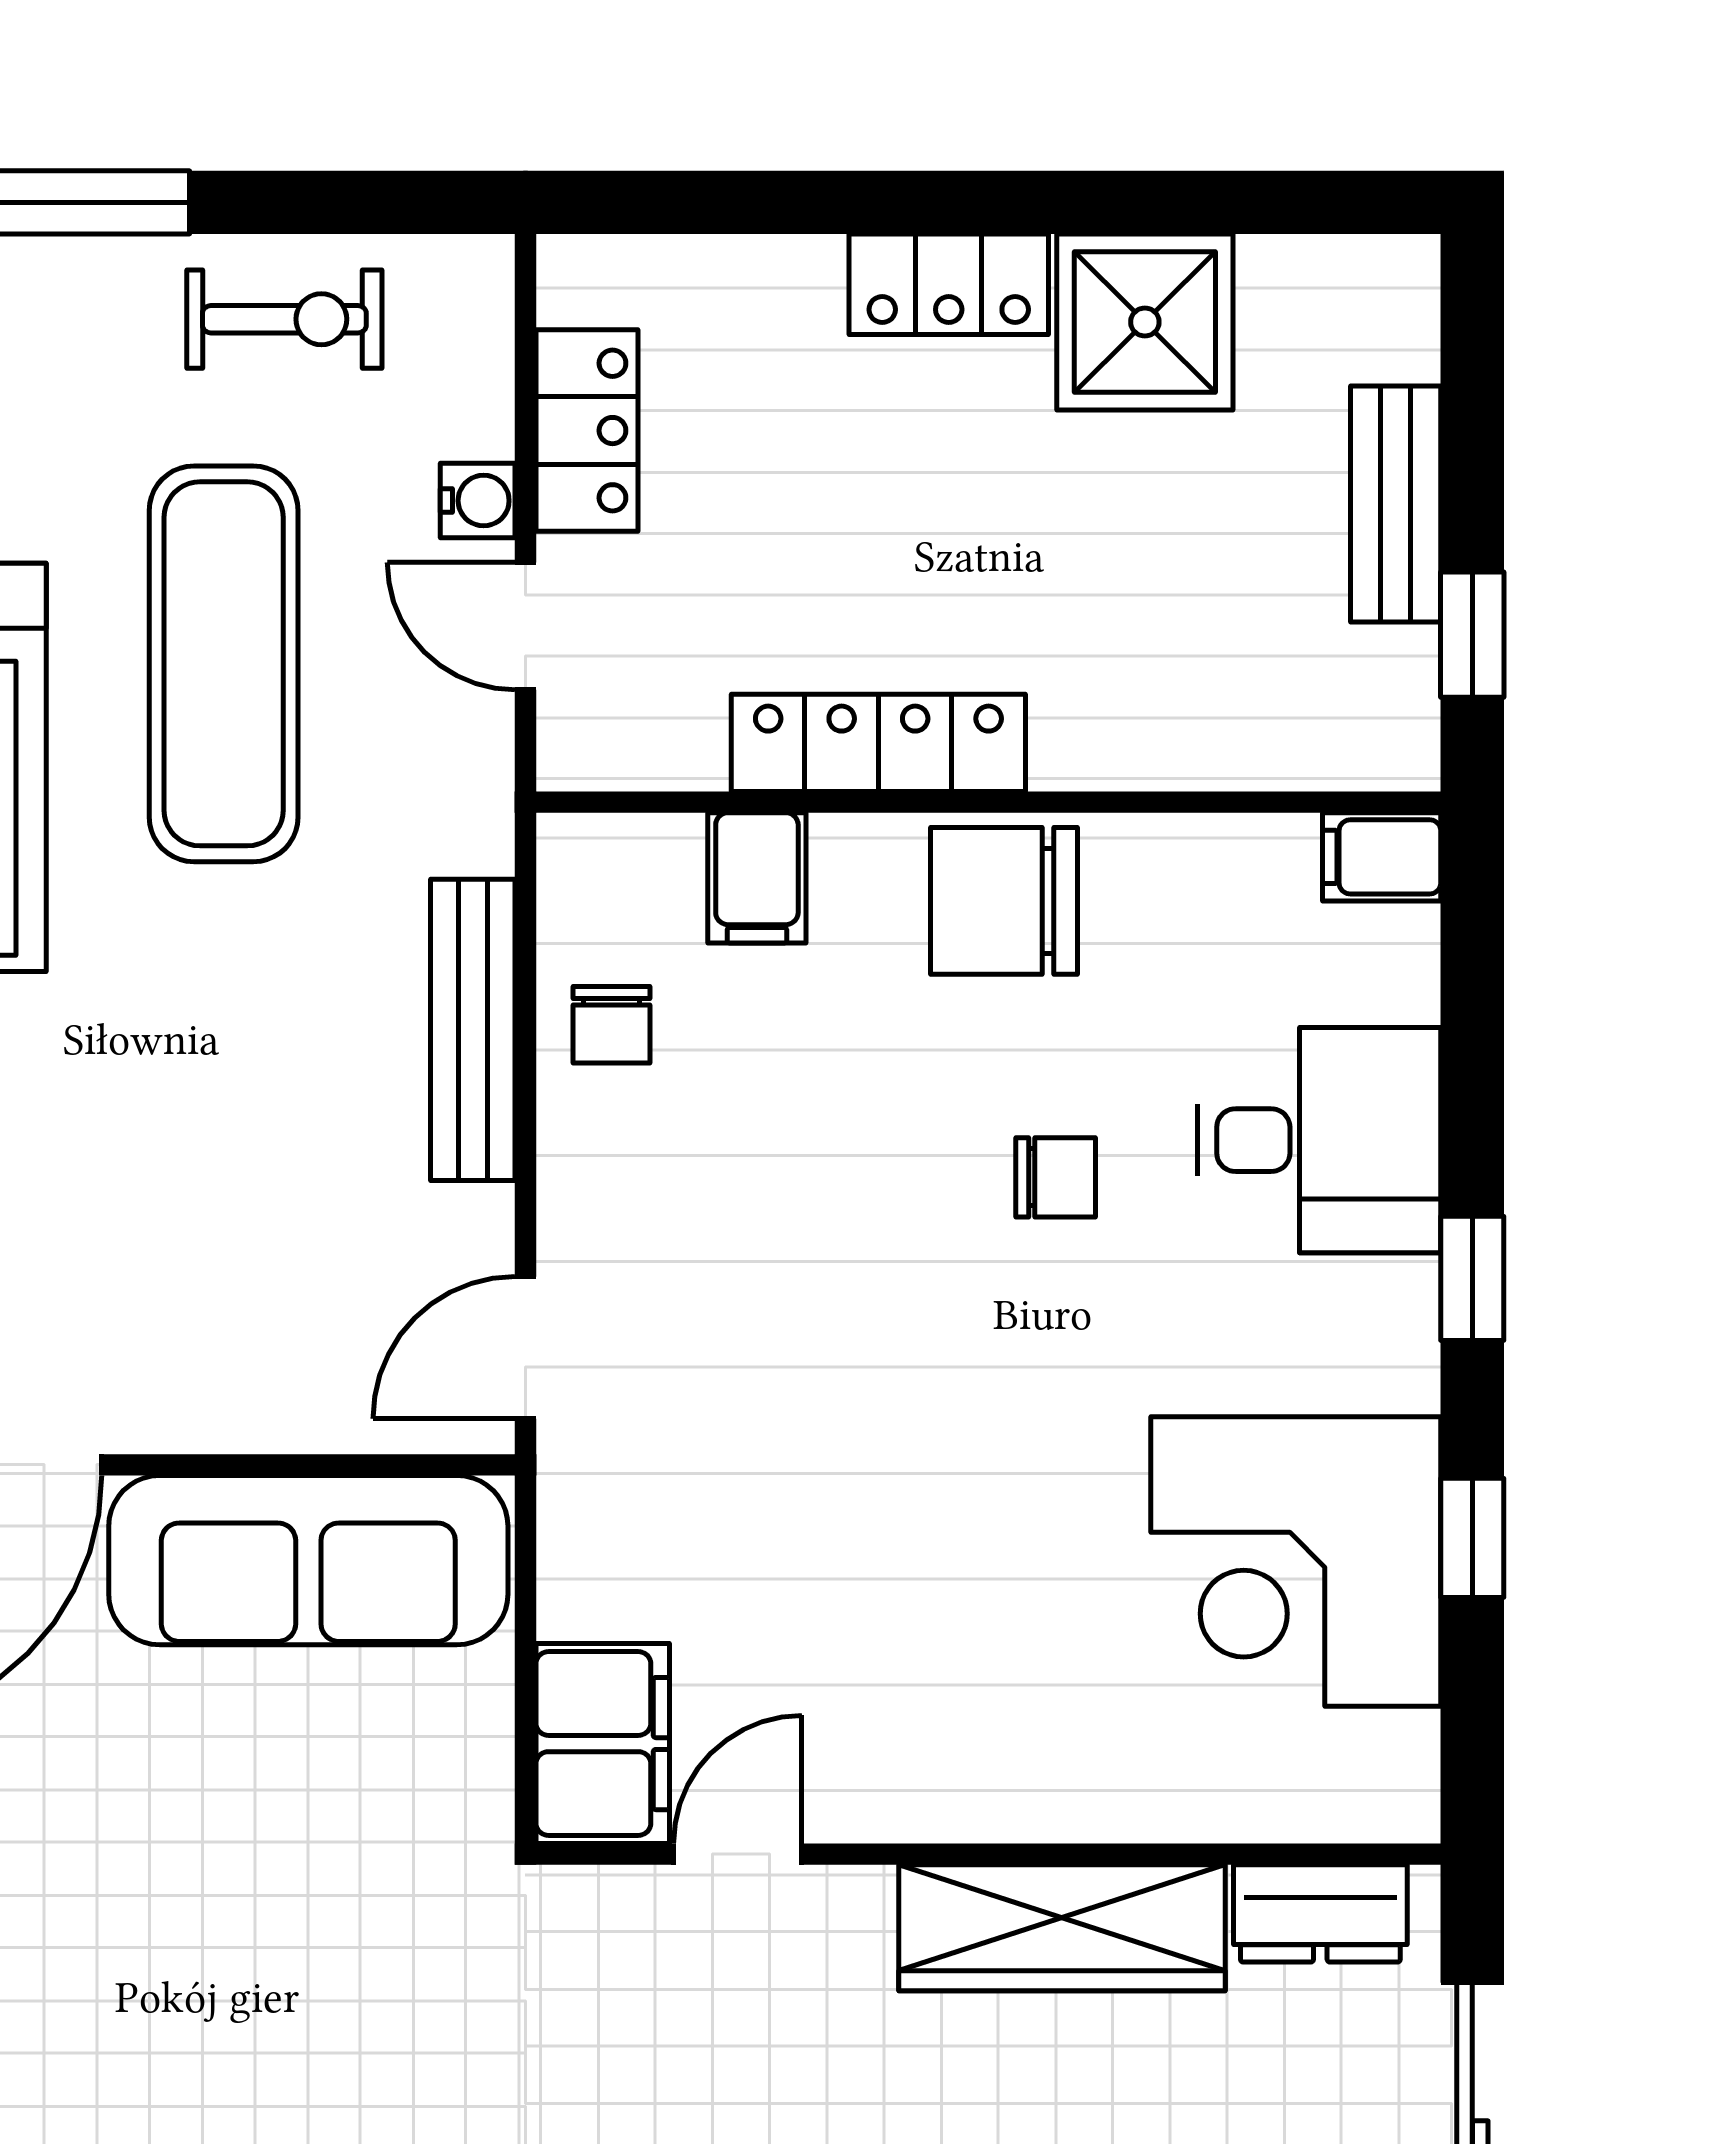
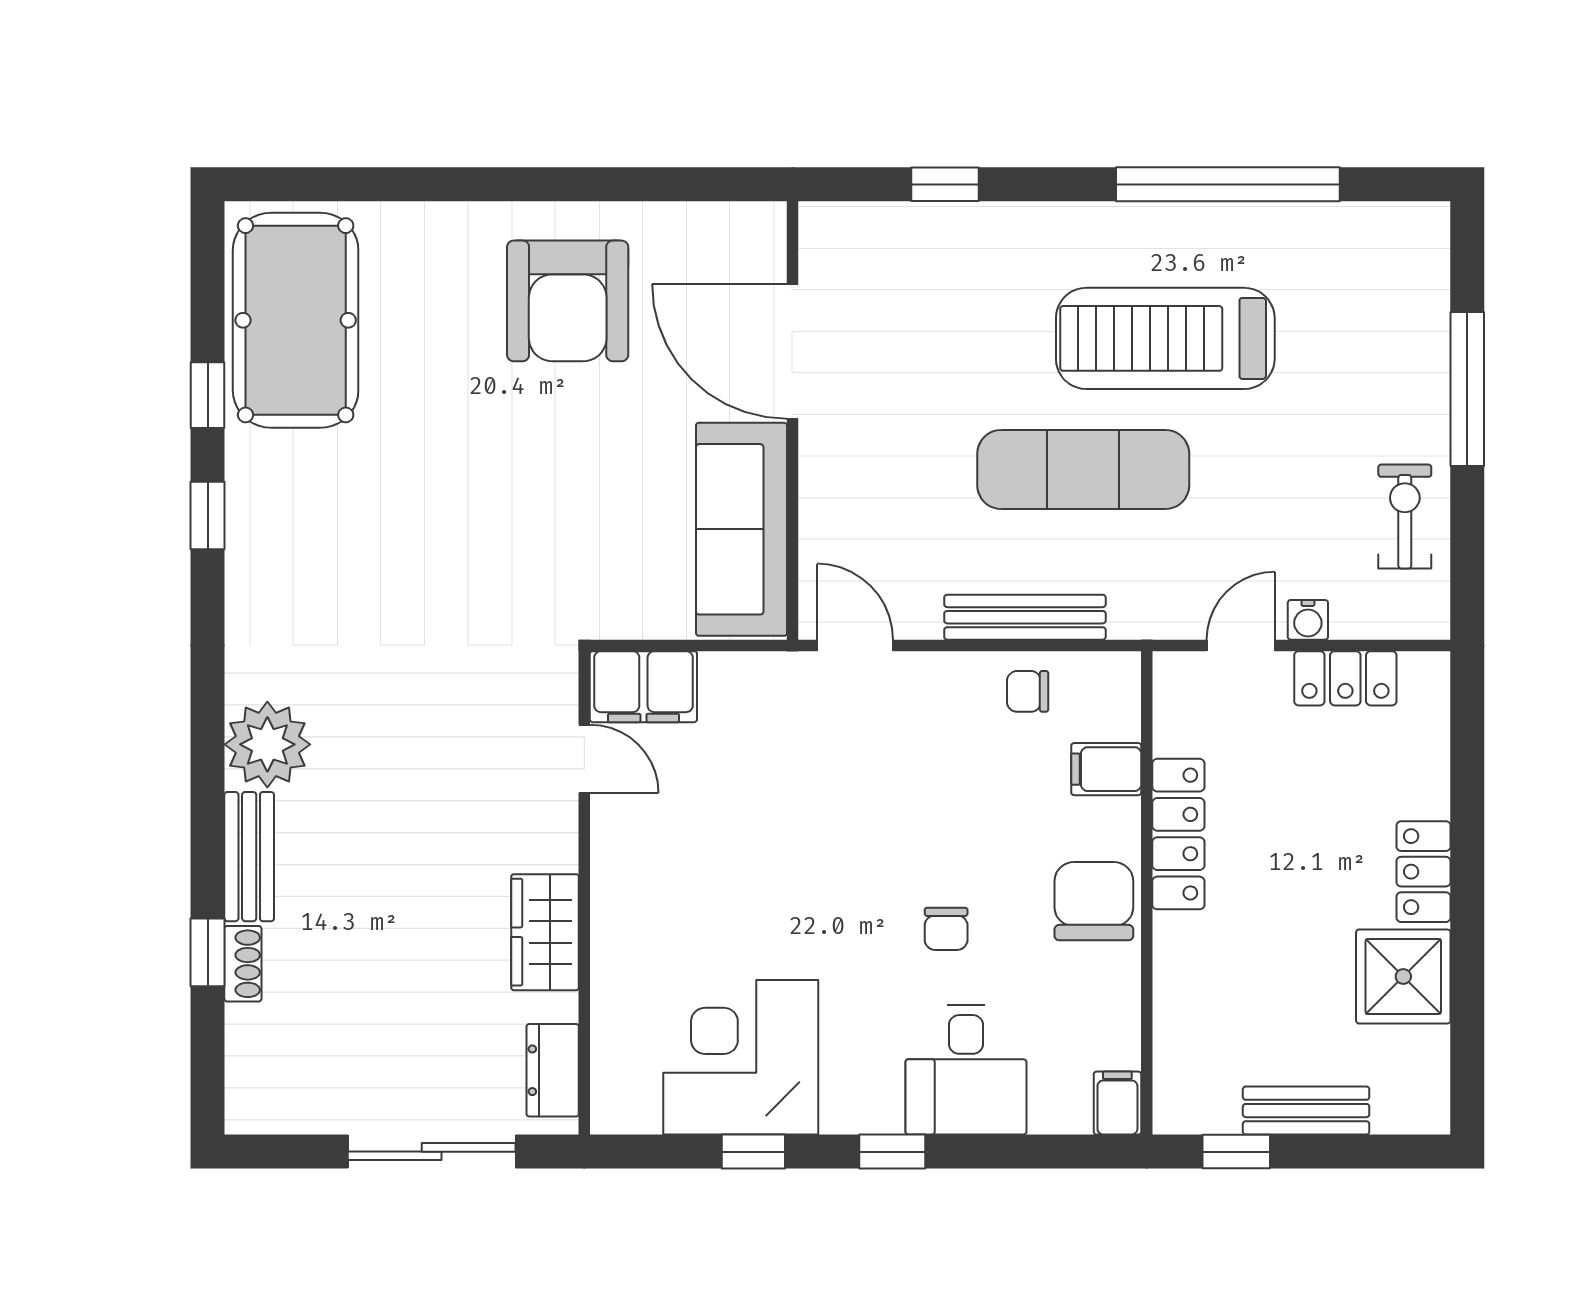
exercise bike: (284, 319) -> (1405, 517), turned 180
exercise mat: (224, 664) -> (1083, 469), moved
wardrobe: (1062, 1928) -> (545, 932), width x0.67

